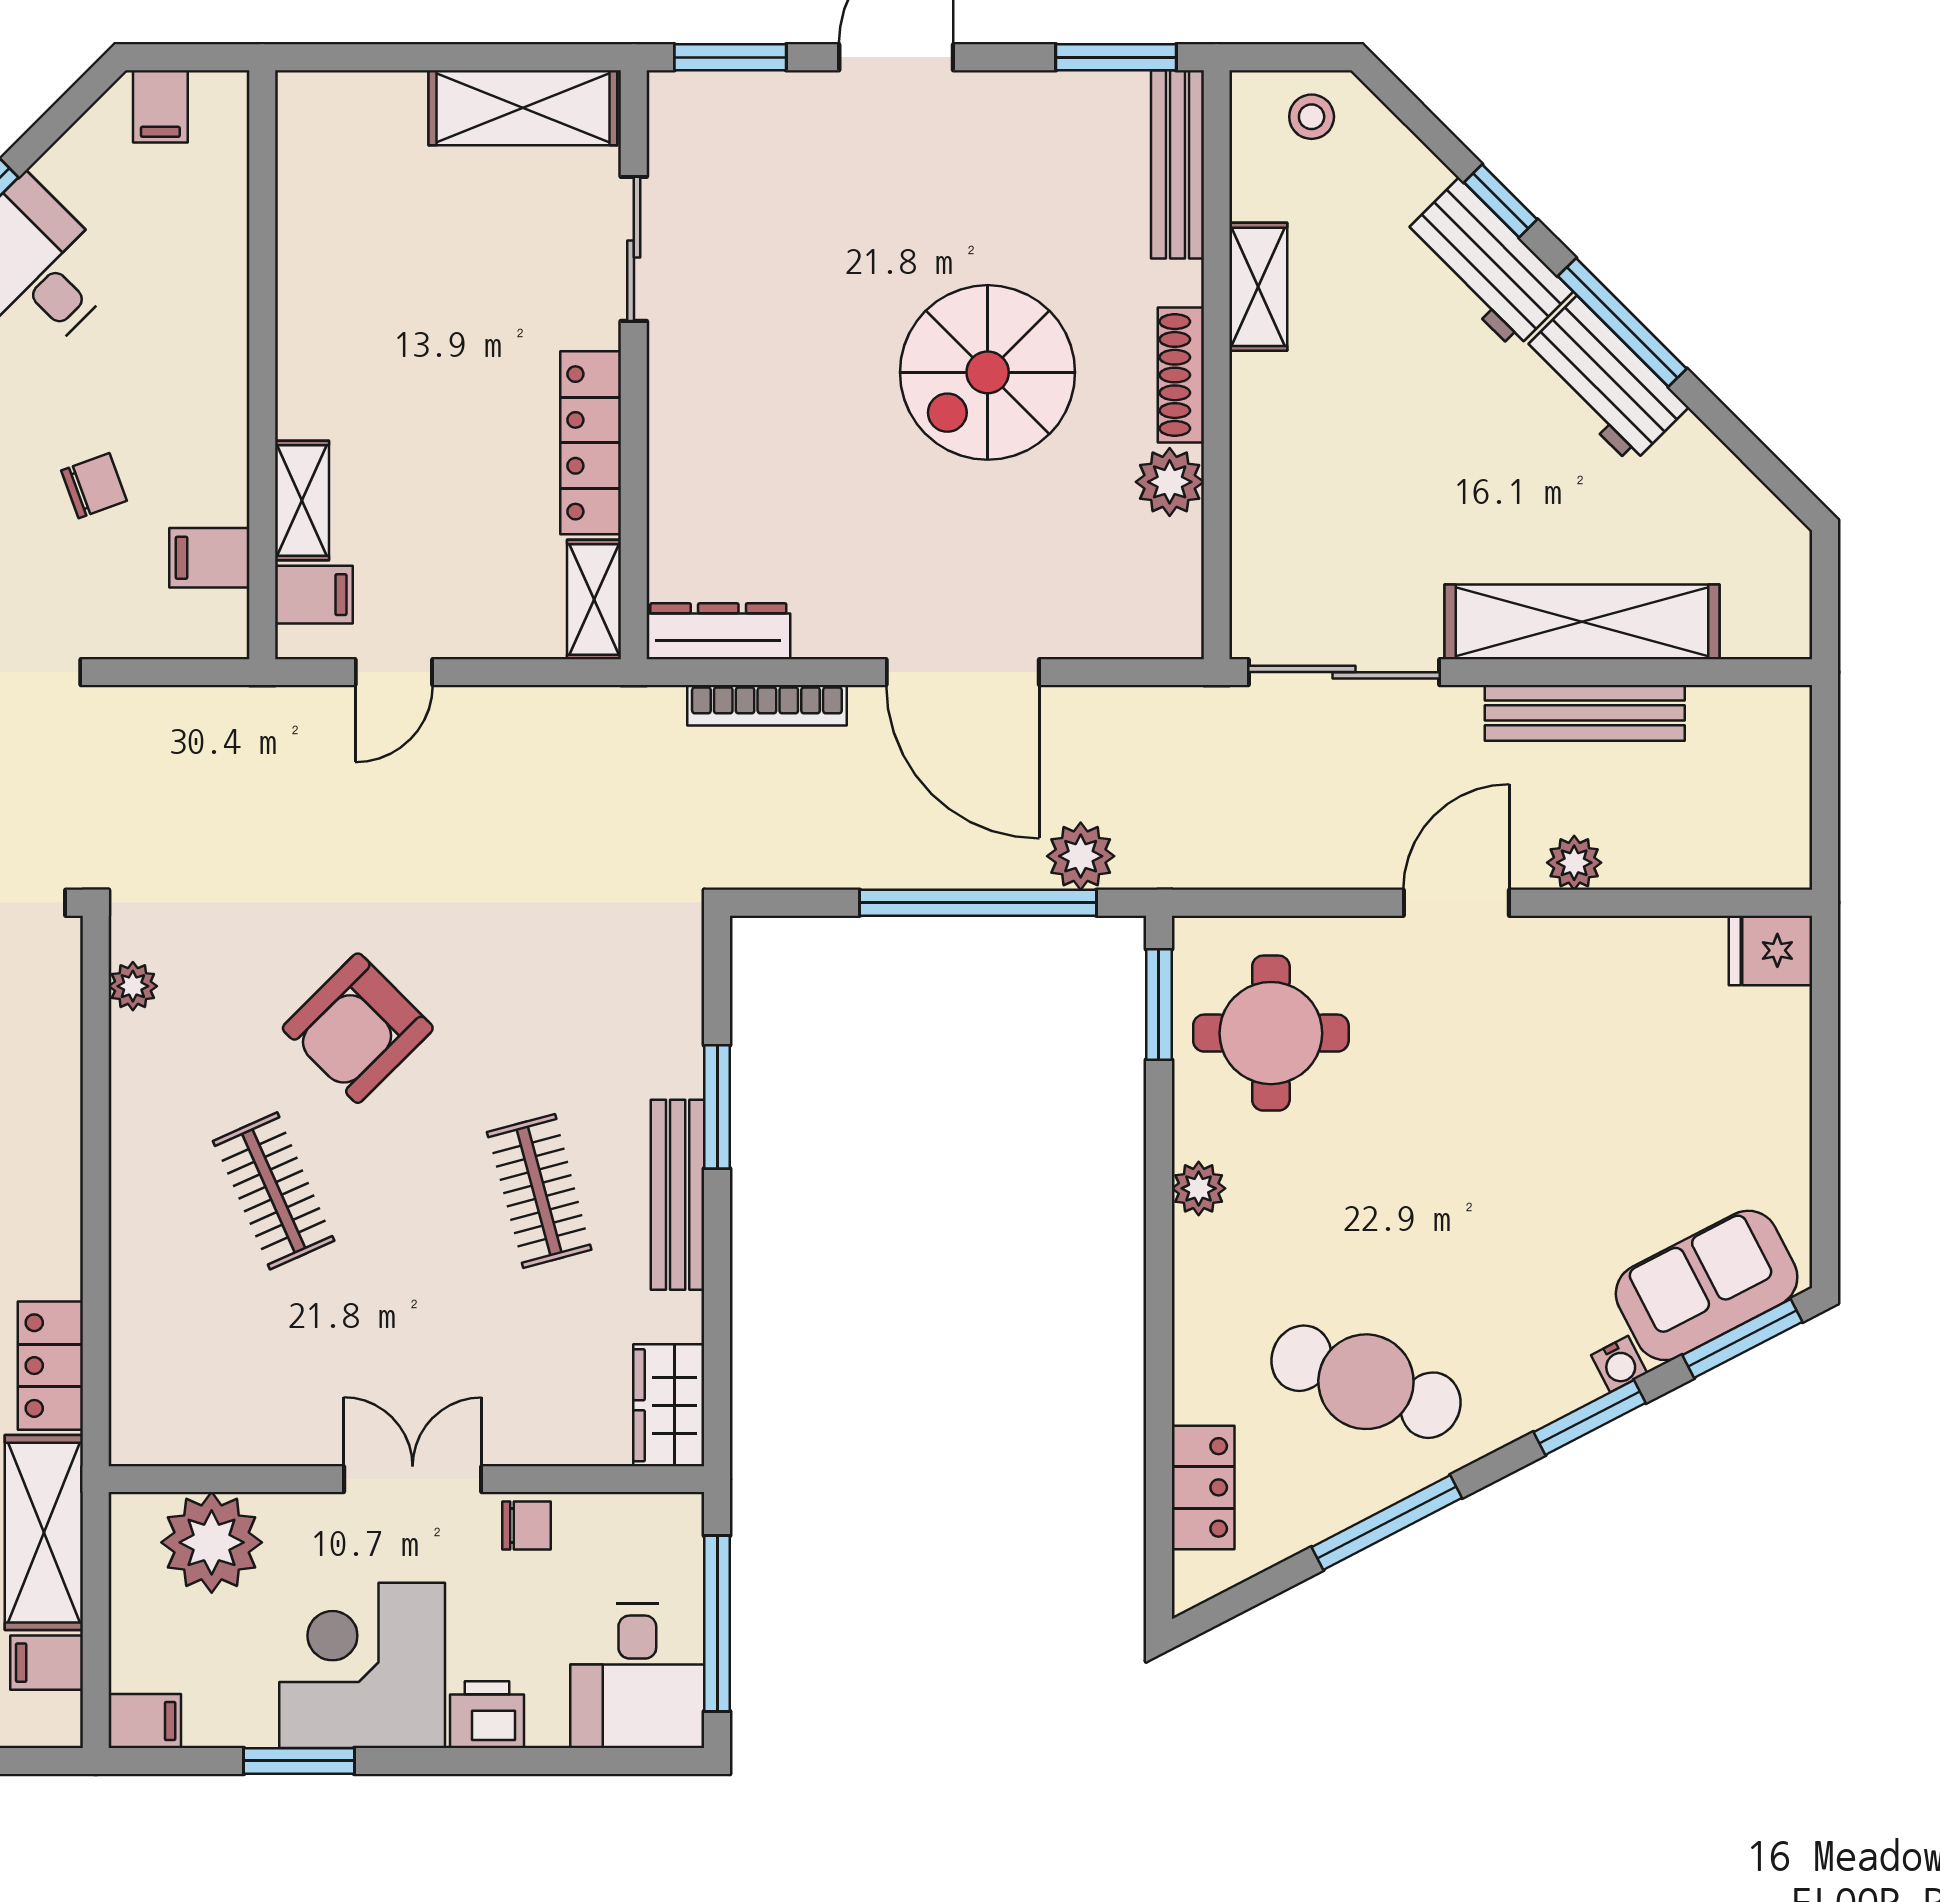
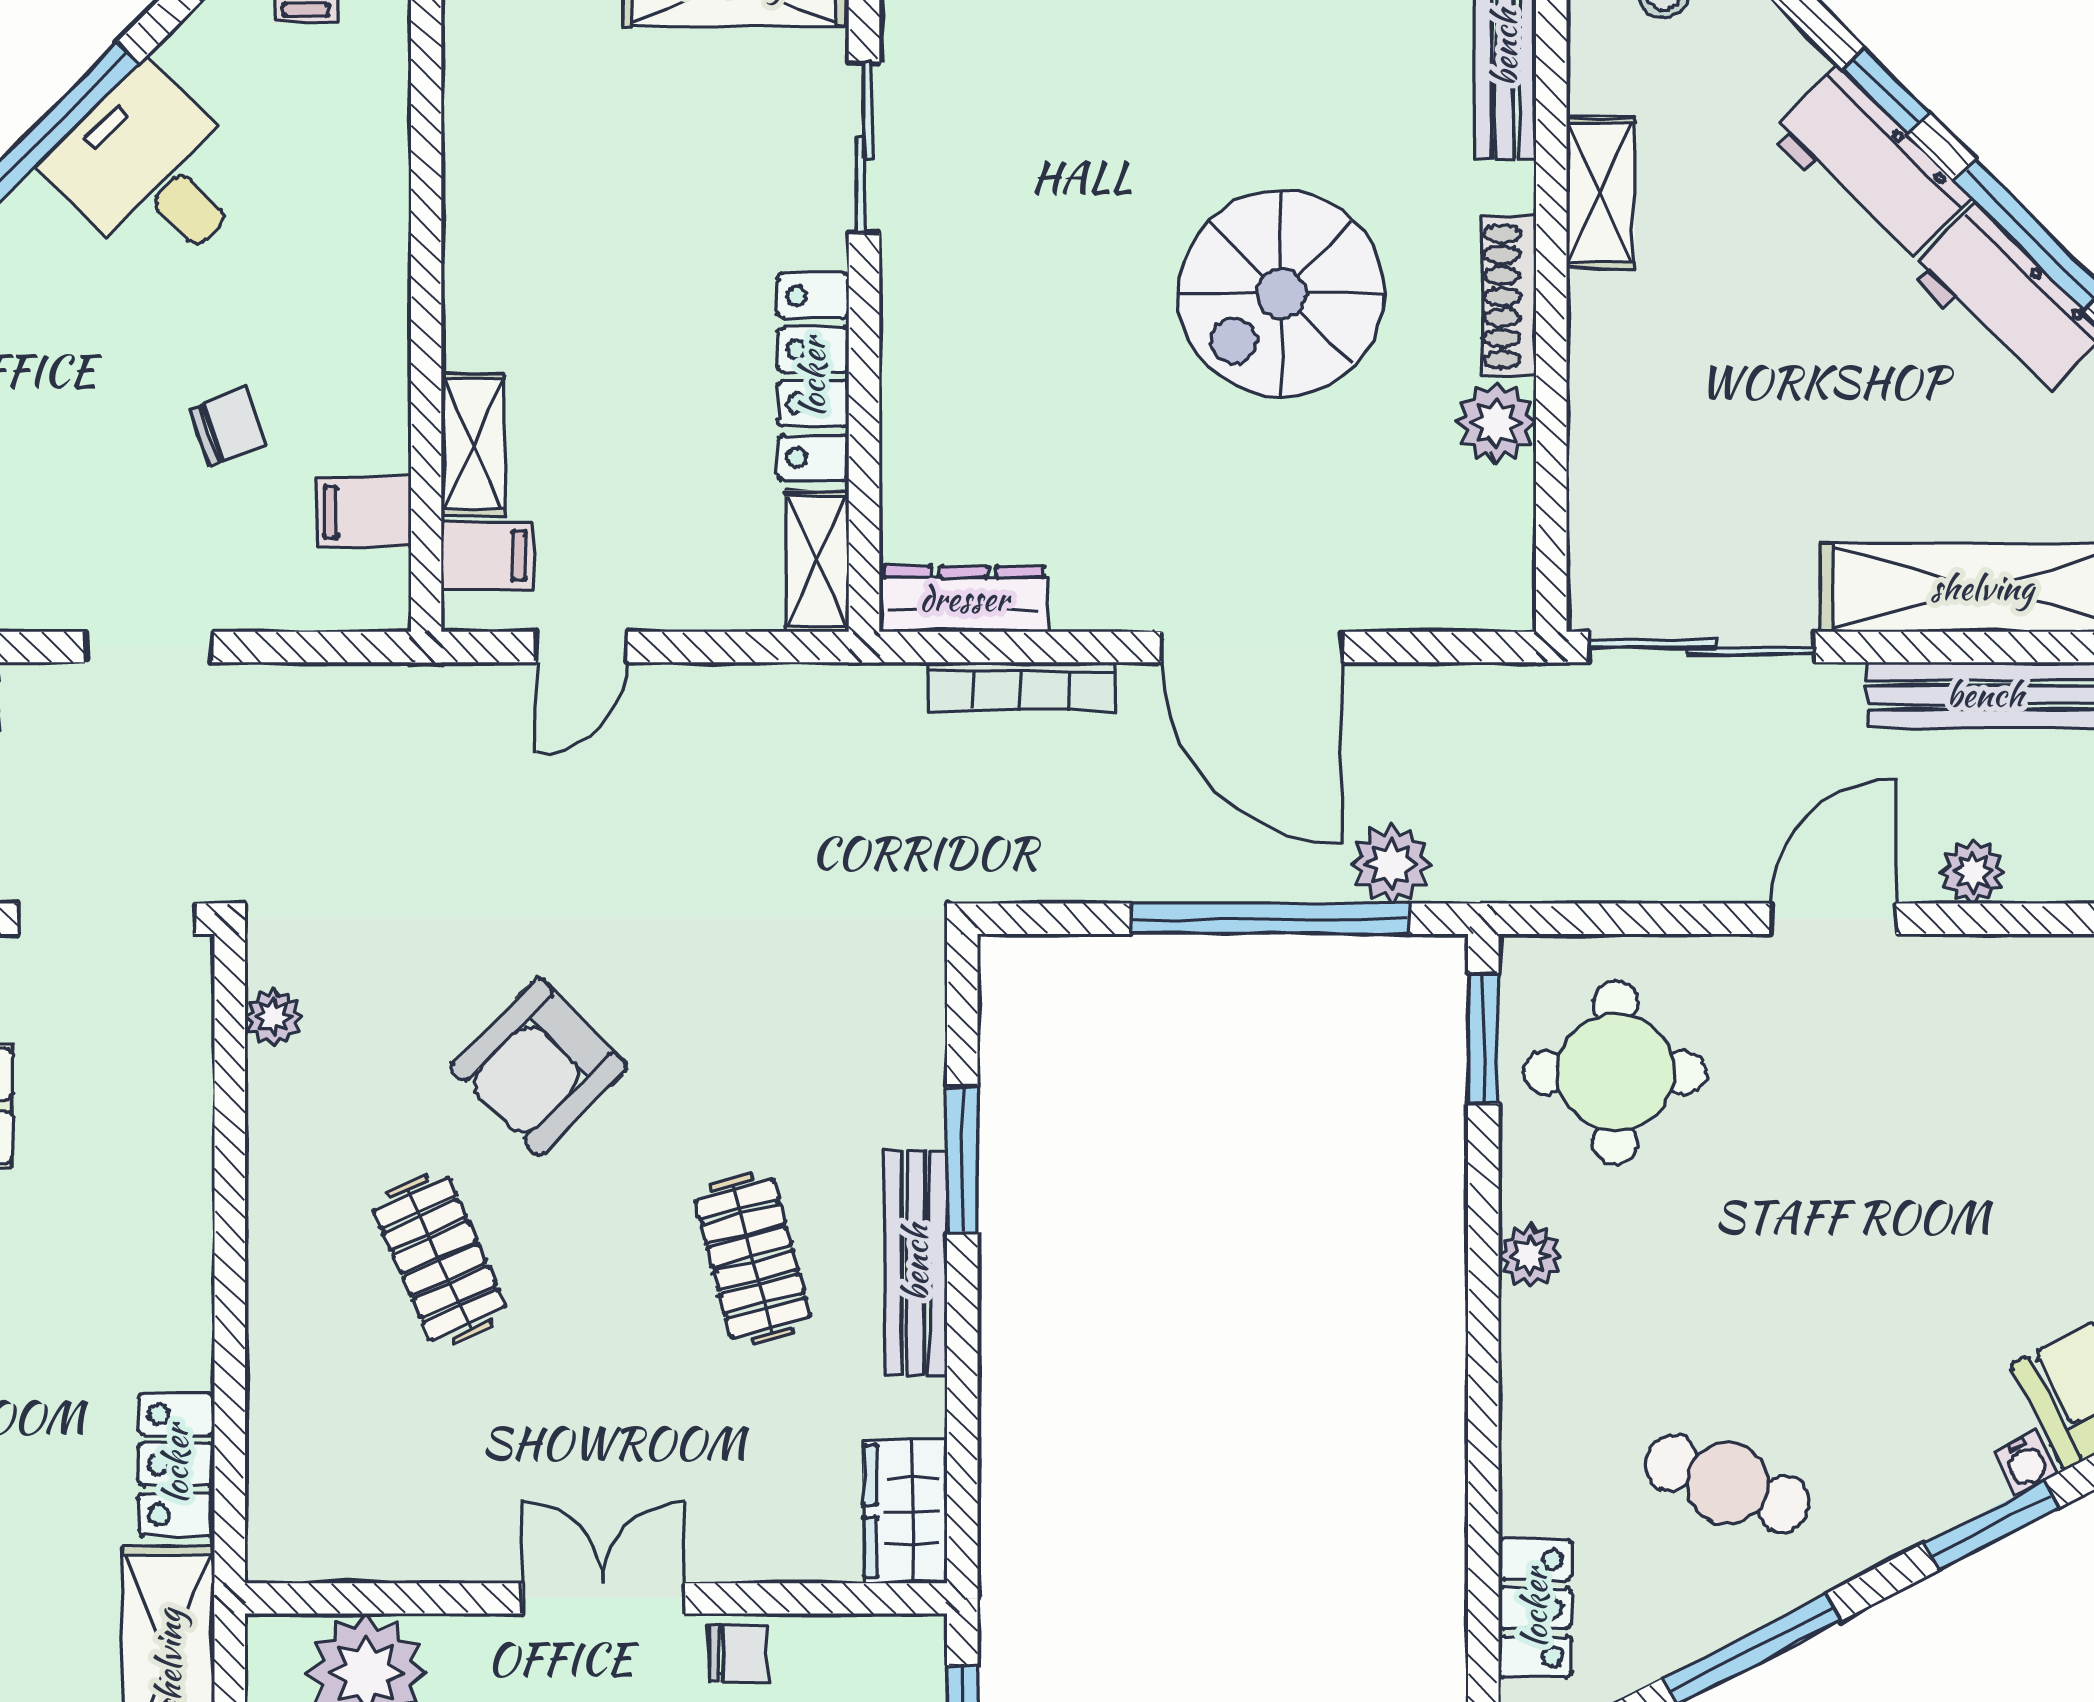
cafe table: (1366, 1382) -> (1727, 1483), width x0.73, depth x0.74

